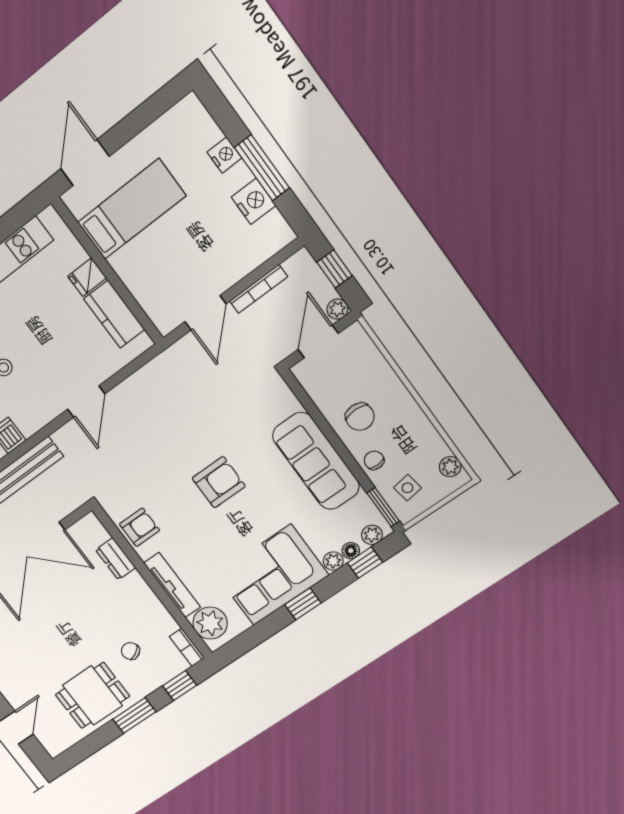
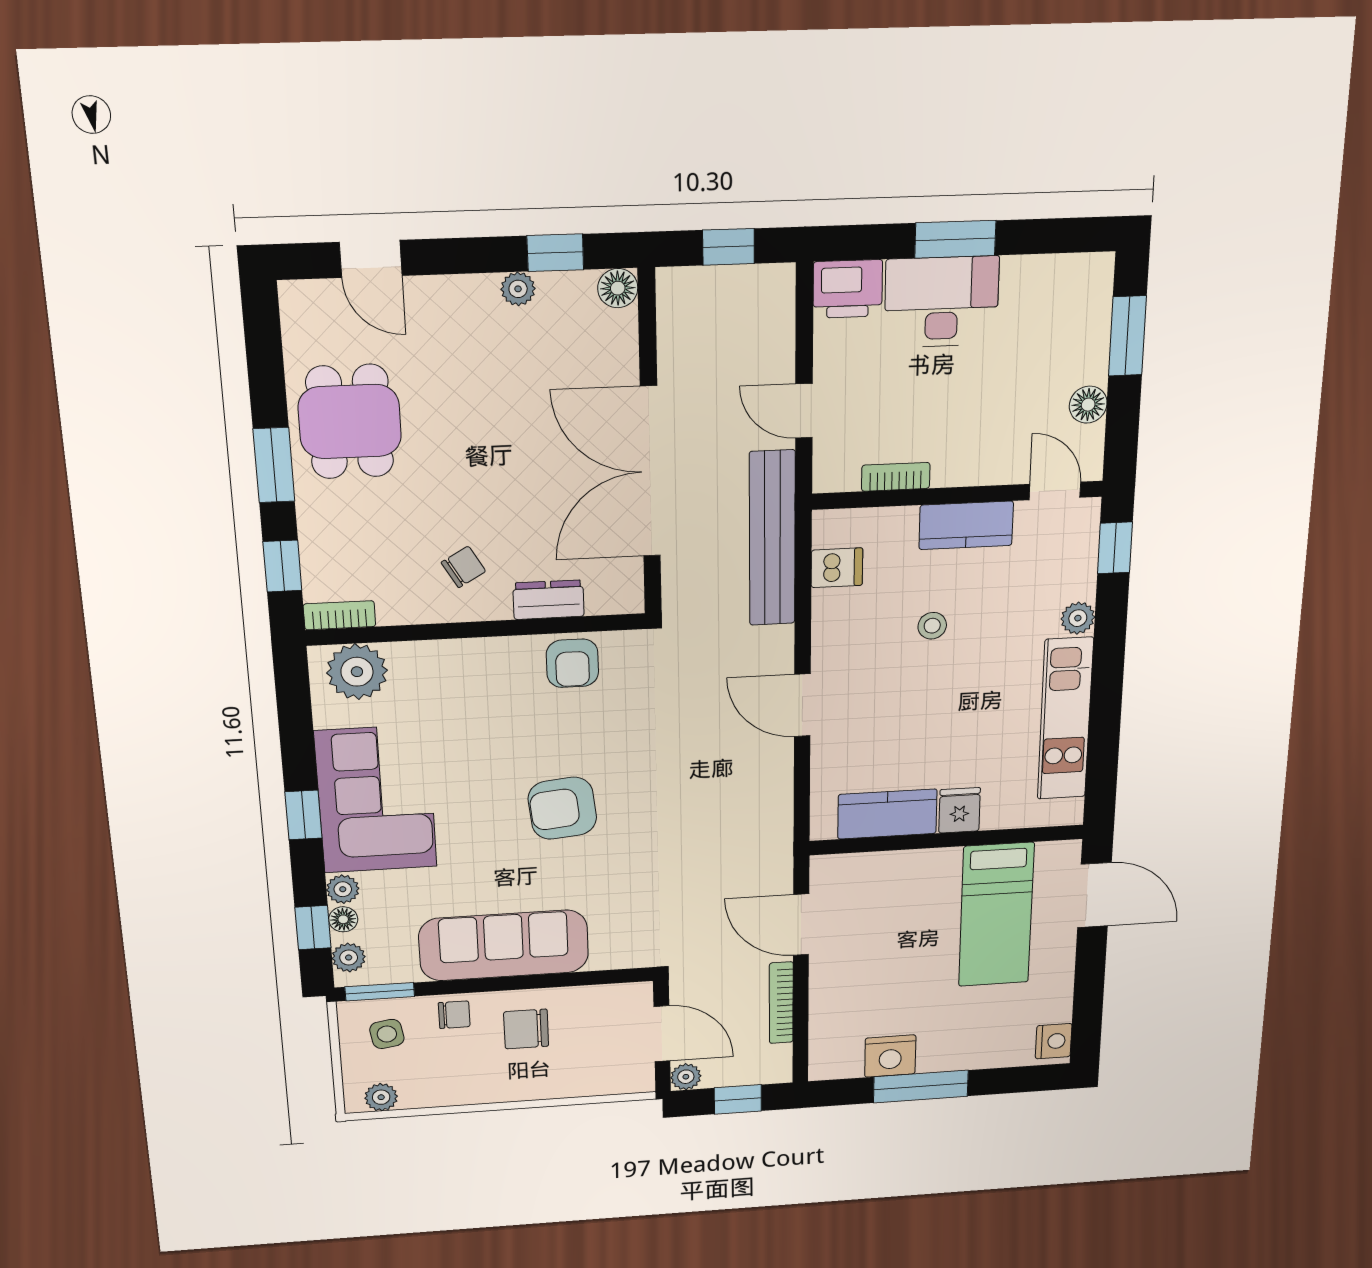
nightstand: (224, 155) -> (1054, 1041), moved, turned -90
armchair: (219, 482) -> (562, 808), turned 84
tv unit: (172, 585) -> (453, 654), removed
chair: (130, 651) -> (463, 567), moved

